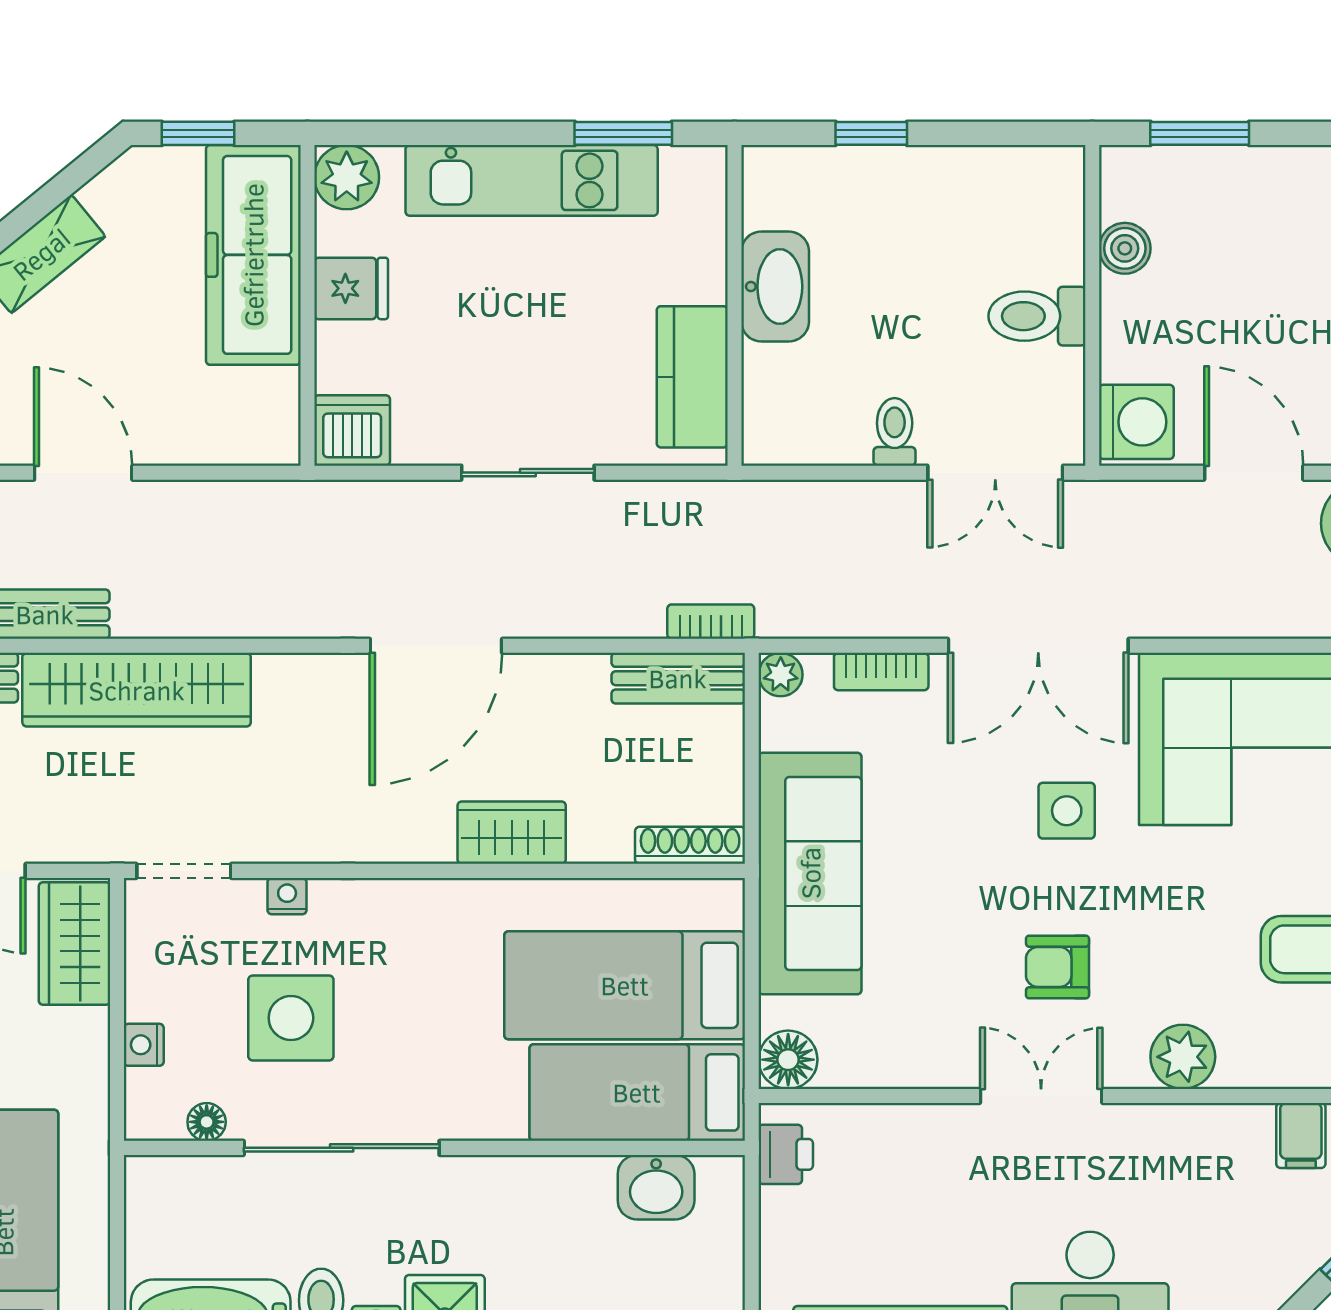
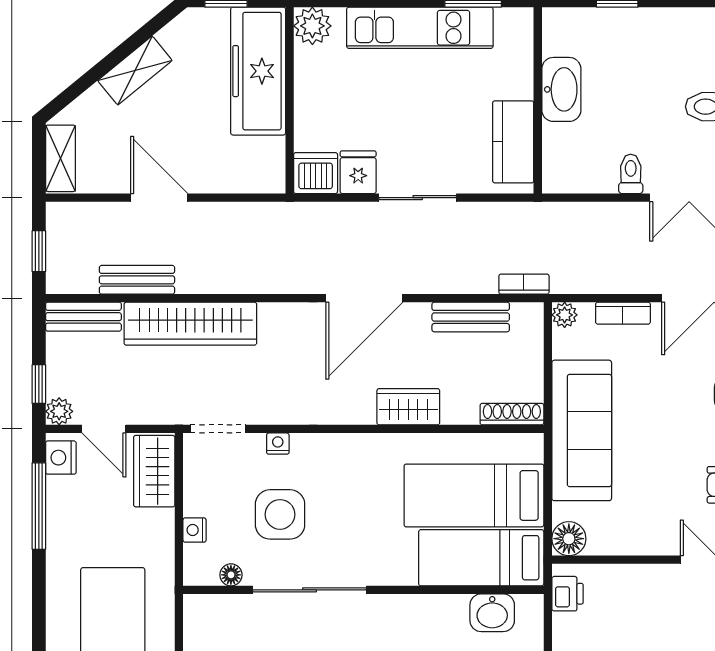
fridge: (351, 288) -> (358, 172), moved, turned -90
bench: (678, 678) -> (471, 317), moved

